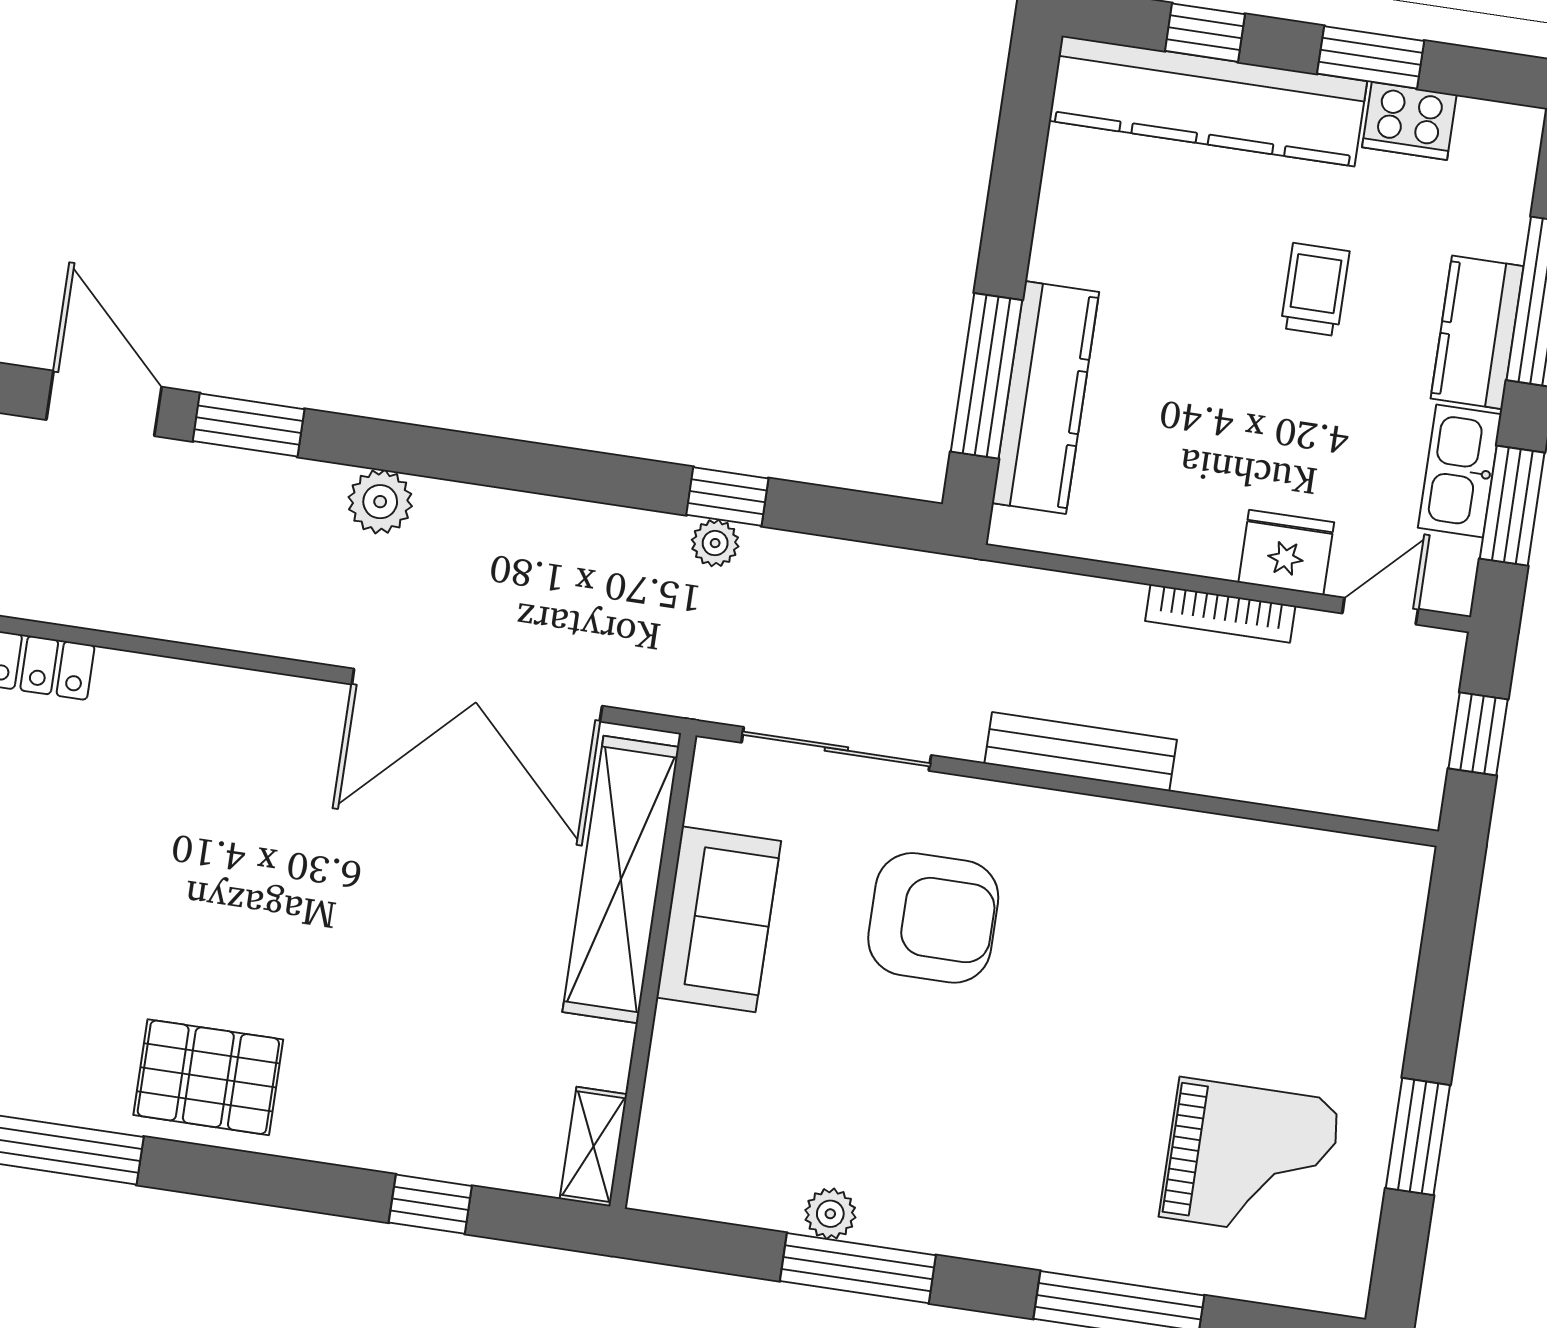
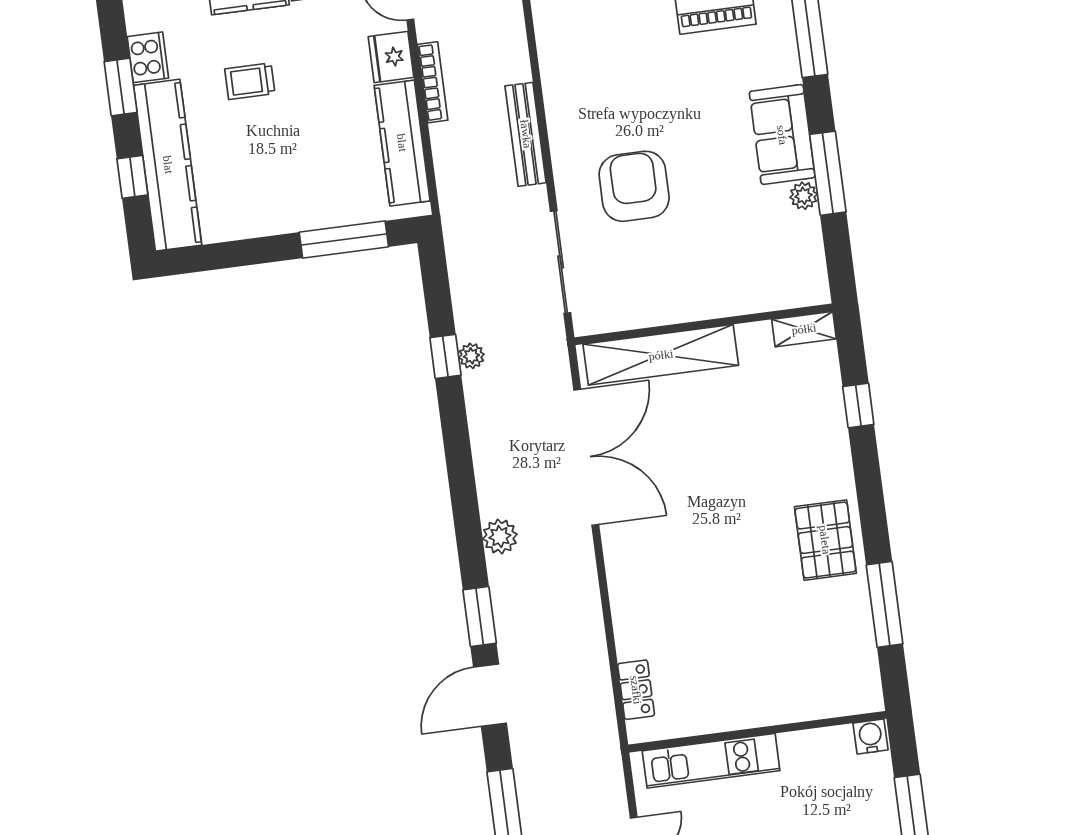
kitchen counter: (1045, 398) -> (402, 143), moved, turned -90
sofa: (719, 919) -> (782, 135), moved, turned -90

